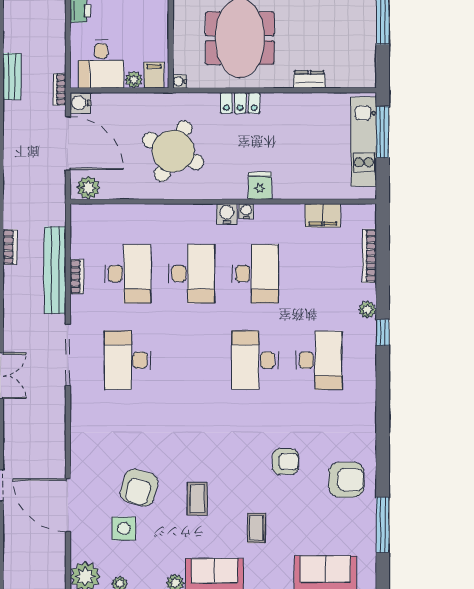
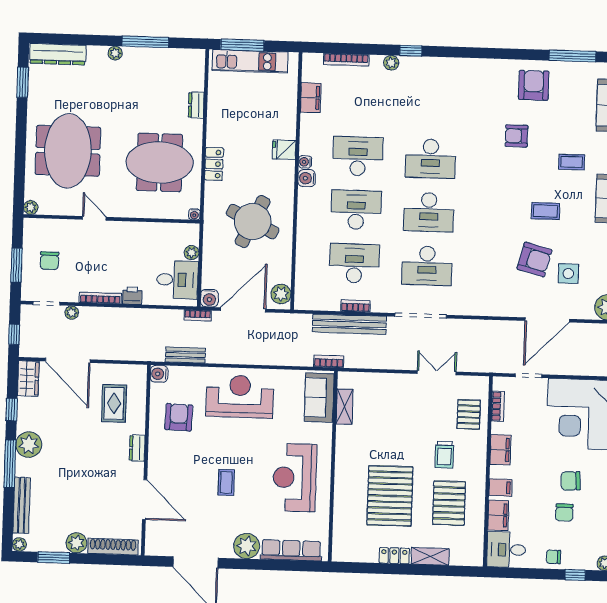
filing cabinet: (154, 75) -> (188, 236), removed
desk: (319, 360) -> (429, 212), moved, turned 180
armchair: (285, 461) -> (517, 136), turned -90

